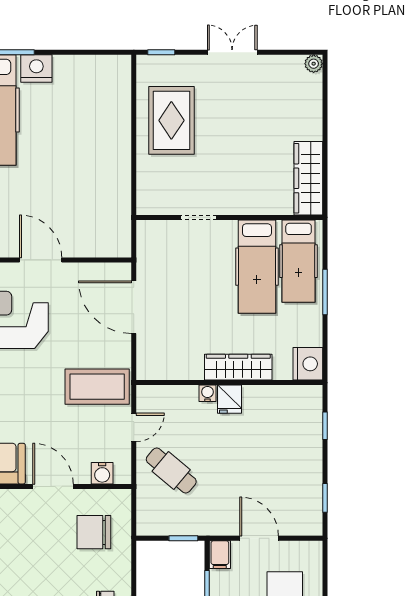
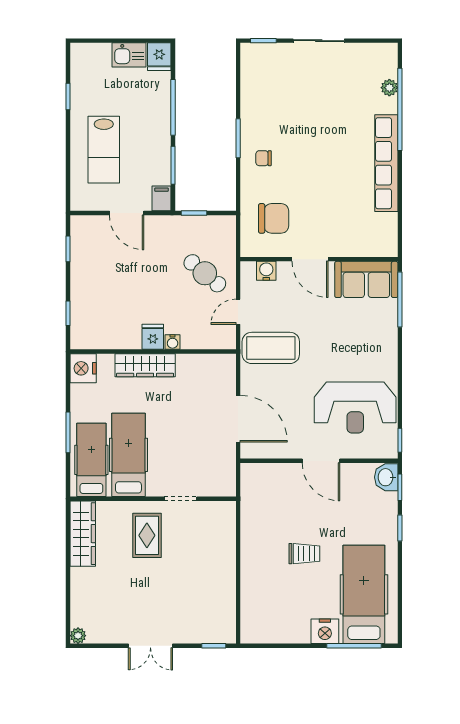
rug: (171, 120) -> (147, 535), moved, width x0.73, depth x0.70
trolley: (59, 156) -> (304, 554), added

